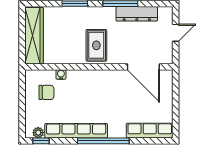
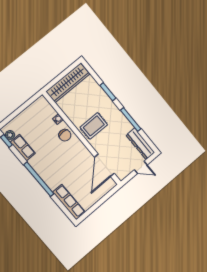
dresser: (137, 14) -> (140, 144), moved
chair: (46, 92) -> (65, 135), moved
row of seats: (76, 131) -> (23, 148), width x0.50

